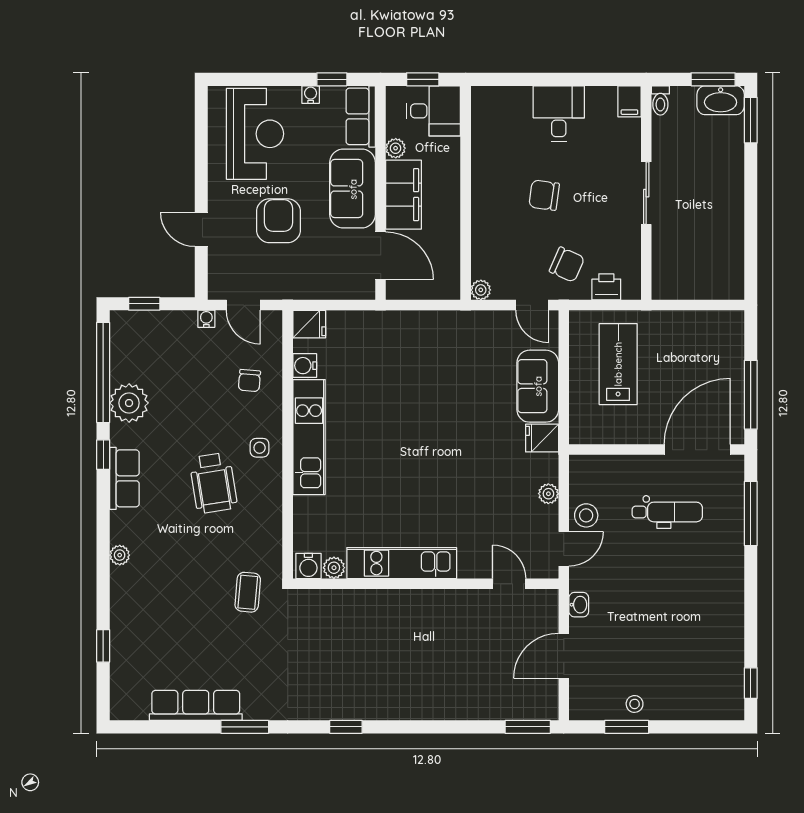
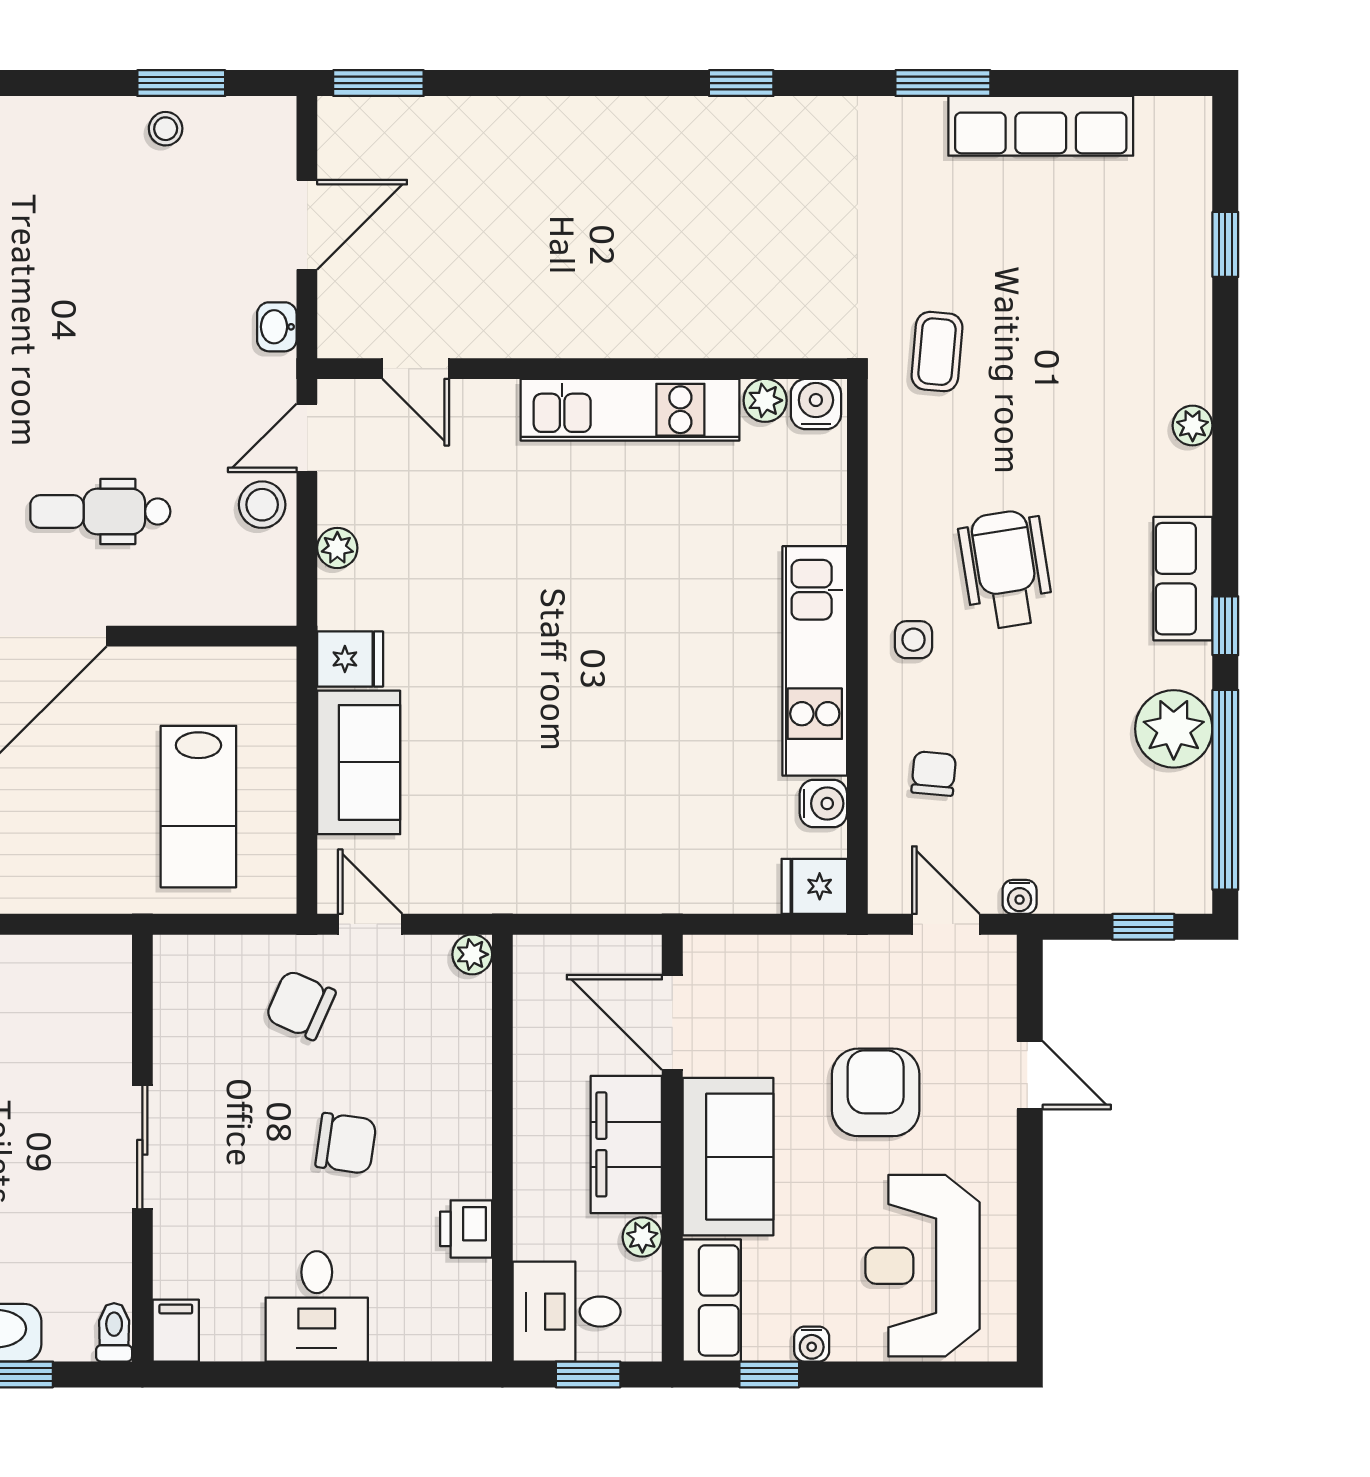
armchair: (278, 221) -> (876, 1092), turned 180
printer: (606, 287) -> (466, 1229), moved, turned 90

